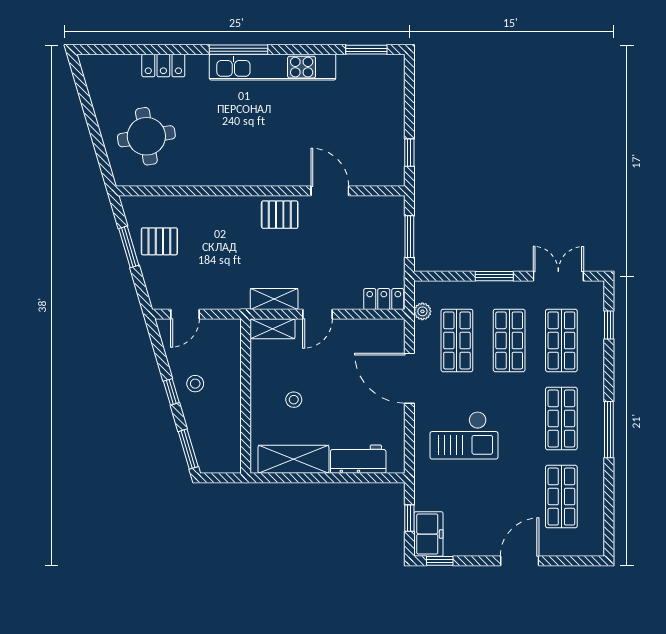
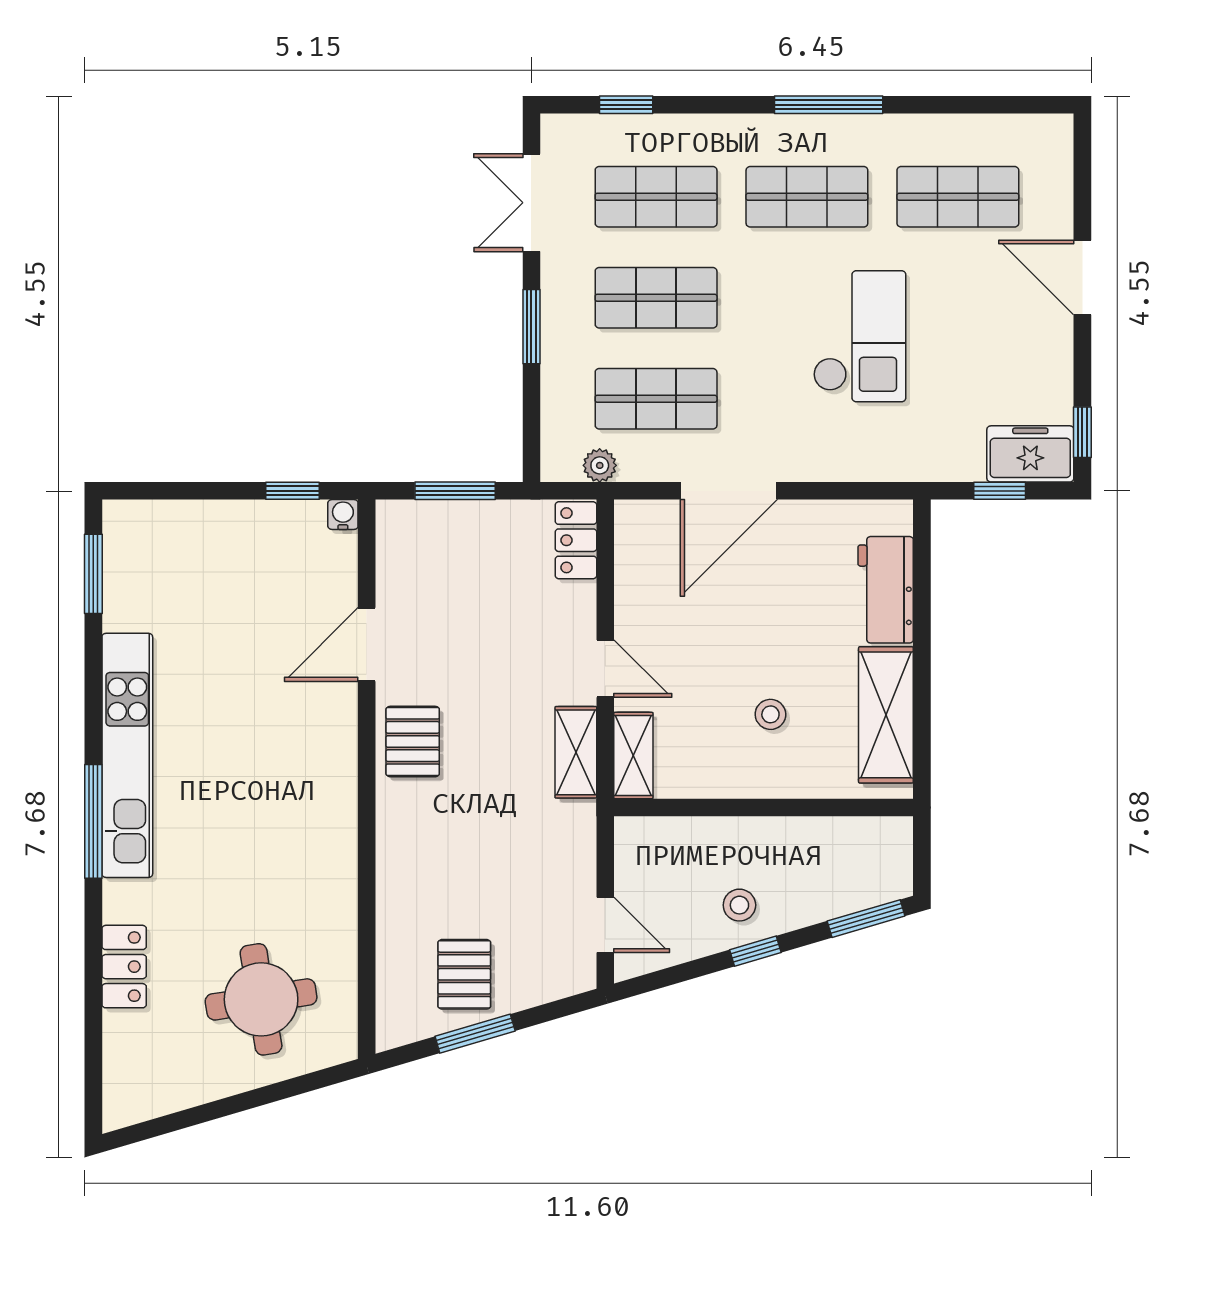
water cooler: (397, 179) -> (343, 515), added
checkout: (464, 435) -> (860, 336), moved

